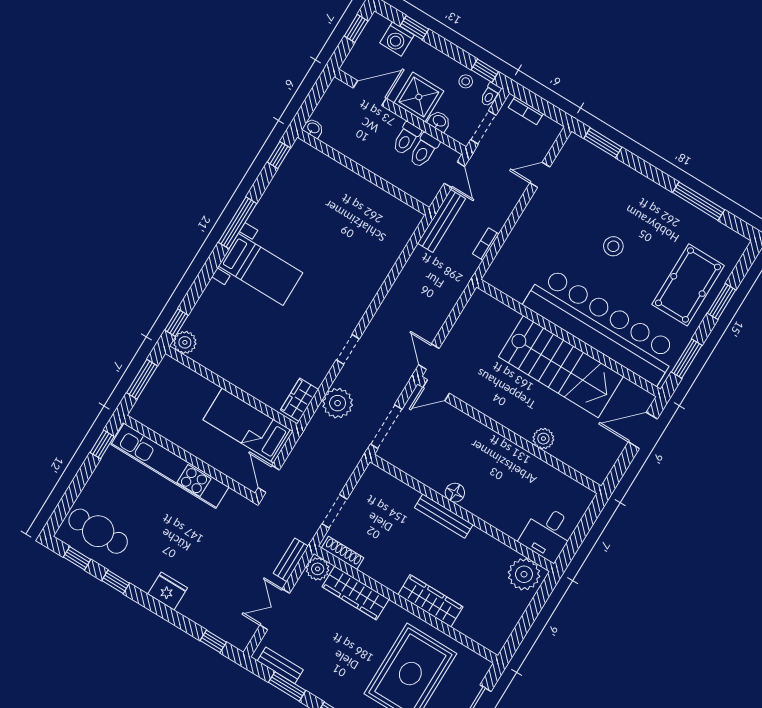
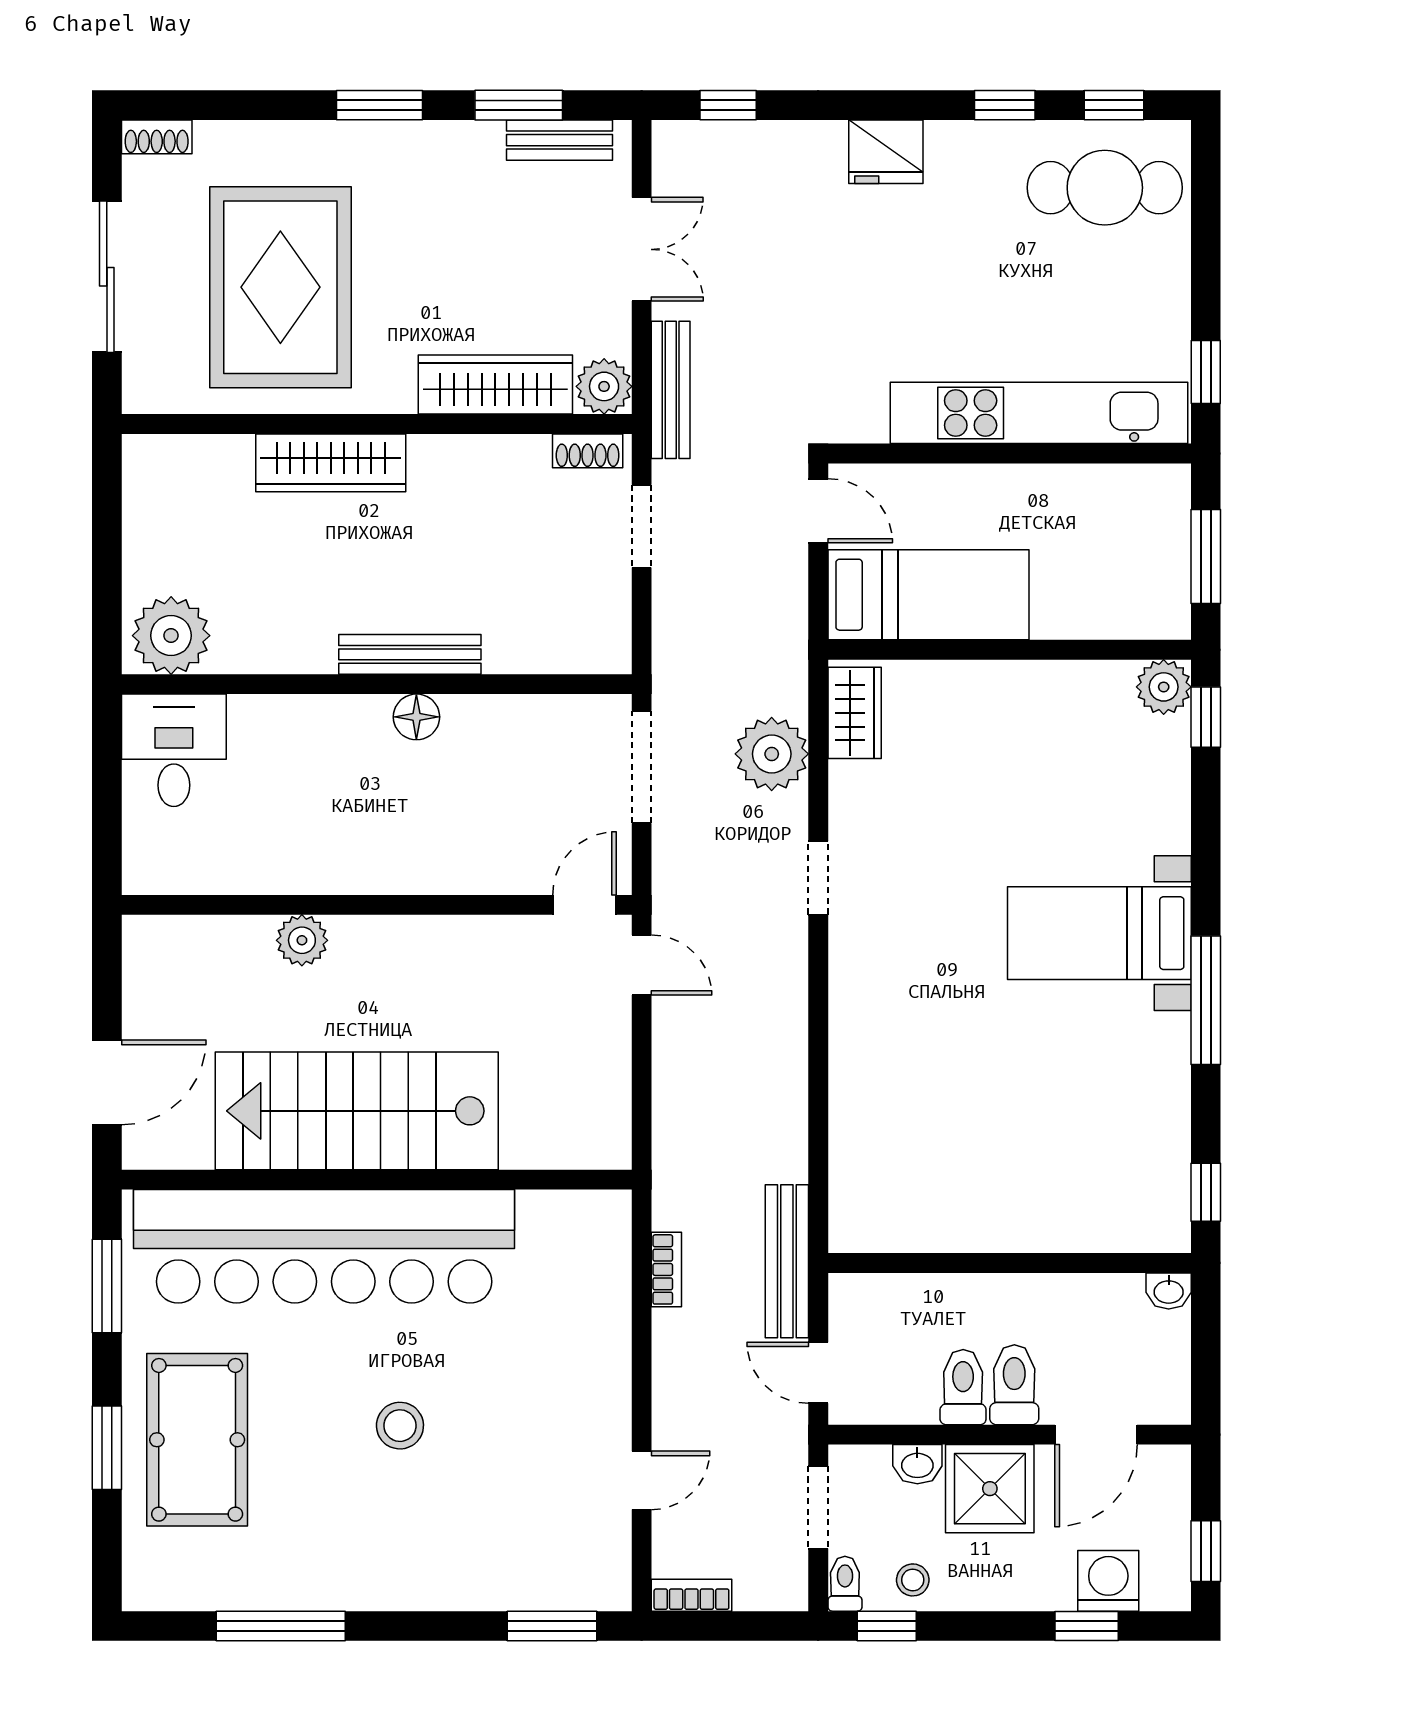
bookcase: (526, 111) -> (691, 1595), moved
toilet: (424, 150) -> (1014, 1385), moved
shoe rack: (343, 553) -> (588, 451), width x0.70
bench: (291, 560) -> (671, 390), width x1.36

